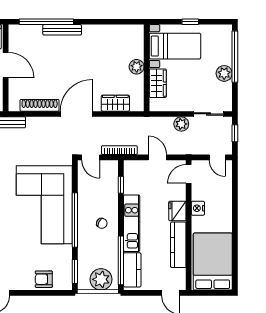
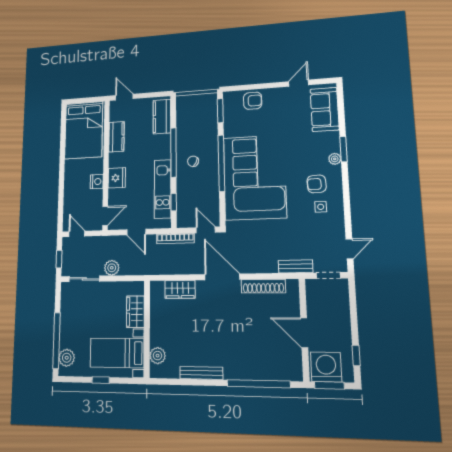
bench: (62, 30) -> (201, 373), moved
plant: (137, 67) -> (158, 356), moved
plant: (224, 73) -> (67, 358), moved
door: (76, 114) -> (222, 277), swing flipped
kitchen unit: (132, 223) -> (163, 189), moved
kitchen counter: (178, 245) -> (116, 137), width x0.67
window: (121, 260) -> (173, 152), moved
plant: (101, 279) -> (193, 105), removed

